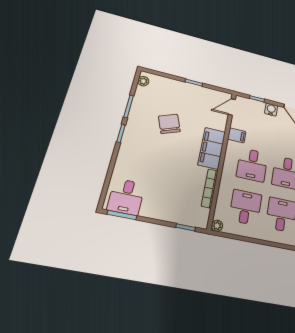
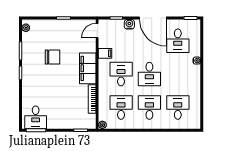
chair: (169, 124) -> (53, 57), turned 111
desk: (252, 165) -> (121, 74), turned 180

